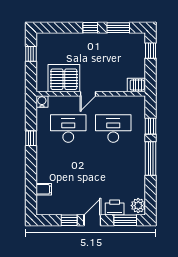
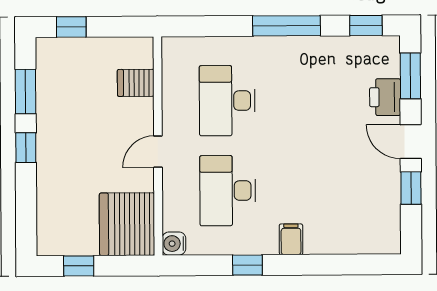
server rack: (64, 78) -> (127, 224), moved
server rack: (136, 85) -> (136, 83), moved, turned 90
door: (88, 94) -> (158, 152), swing flipped
window: (151, 126) -> (366, 25), moved
filing cabinet: (44, 189) -> (291, 239), moved
plant: (138, 206) -> (381, 50), removed

